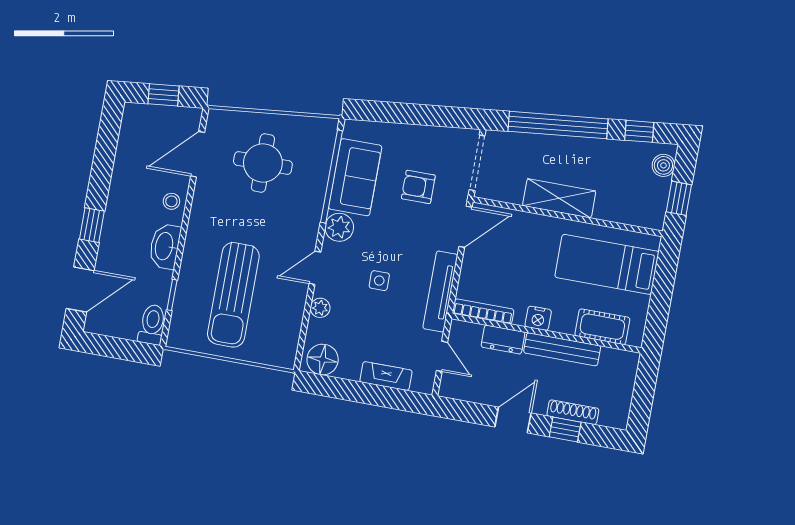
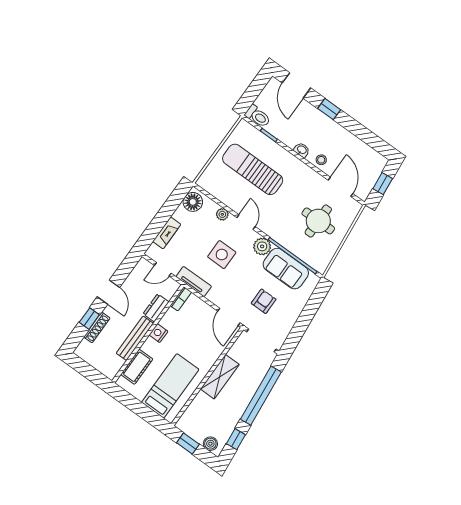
washbasin: (165, 246) -> (302, 150), width x0.52, depth x0.69
side table: (379, 281) -> (222, 255), width x1.87, depth x1.87
tv unit: (440, 291) -> (194, 281), width x0.71
bookcase: (483, 311) -> (181, 299), width x0.64

